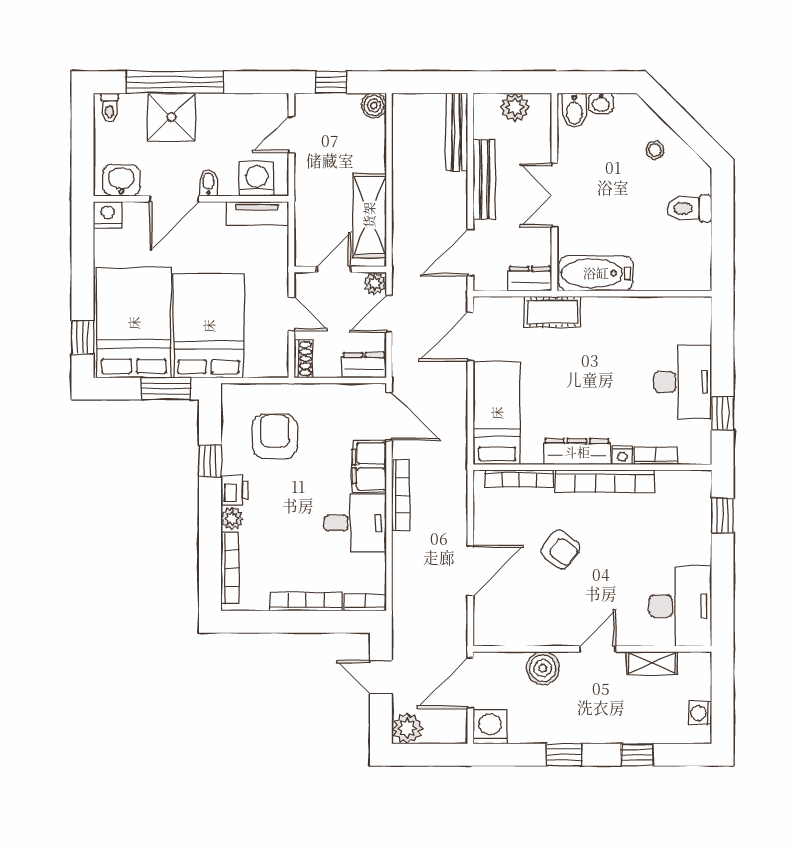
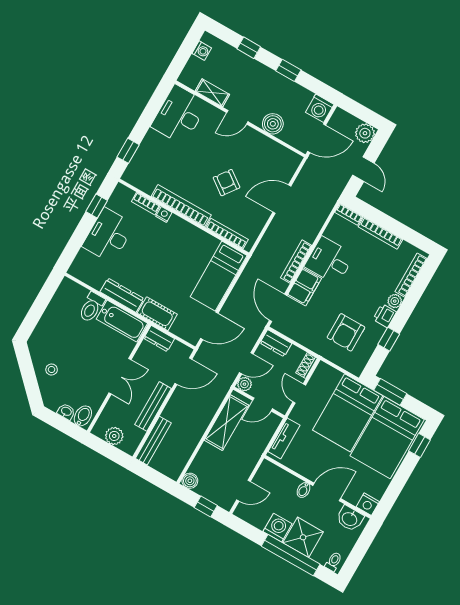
washing machine: (257, 179) -> (278, 528), moved, turned 180
toilet: (689, 208) -> (91, 307), moved, turned 90
tv unit: (257, 213) -> (284, 438), moved, turned 90
dresser: (577, 452) -> (122, 295), moved, turned 180

